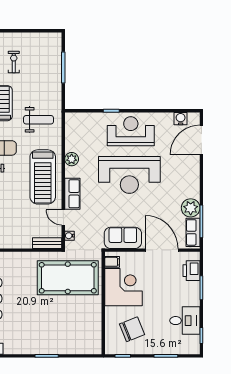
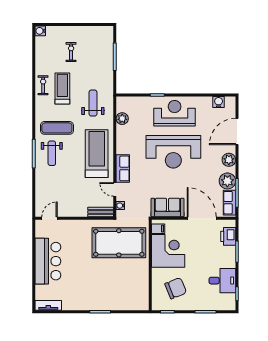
weight bench: (39, 120) -> (93, 103), turned -90
door: (201, 140) -> (237, 132), moved
plant: (72, 159) -> (122, 119), moved
treadmill: (43, 177) -> (97, 154), turned 180
plant: (192, 184) -> (229, 160), added

